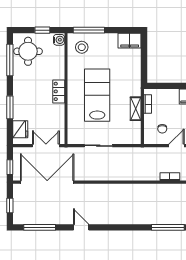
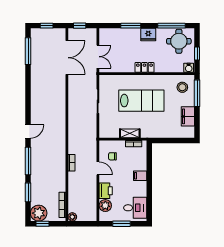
filing cabinet: (130, 41) -> (188, 116), moved
fridge: (20, 129) -> (148, 35), moved
double door: (47, 182) -> (67, 58), width x0.73
door: (81, 227) -> (28, 131), moved

